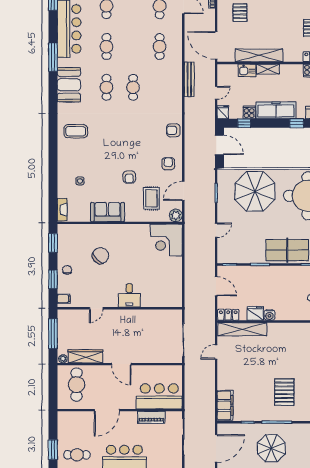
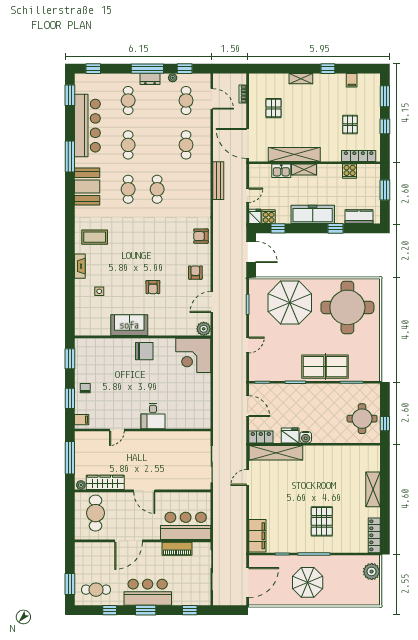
cooker: (249, 112) -> (269, 217), moved
rug: (151, 198) -> (177, 310), removed
fireplace: (62, 210) -> (80, 266), moved
chair: (100, 256) -> (144, 351), moved, turned 44

